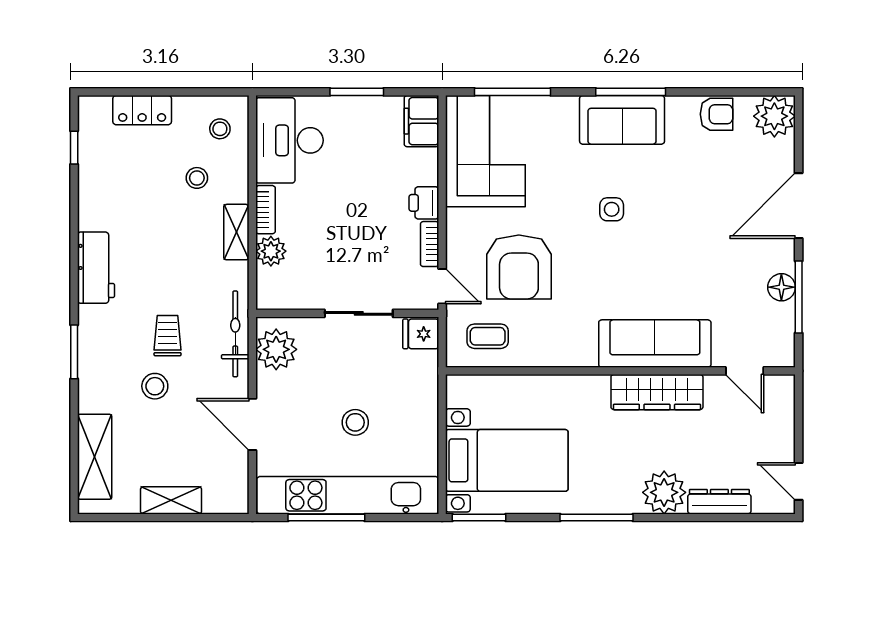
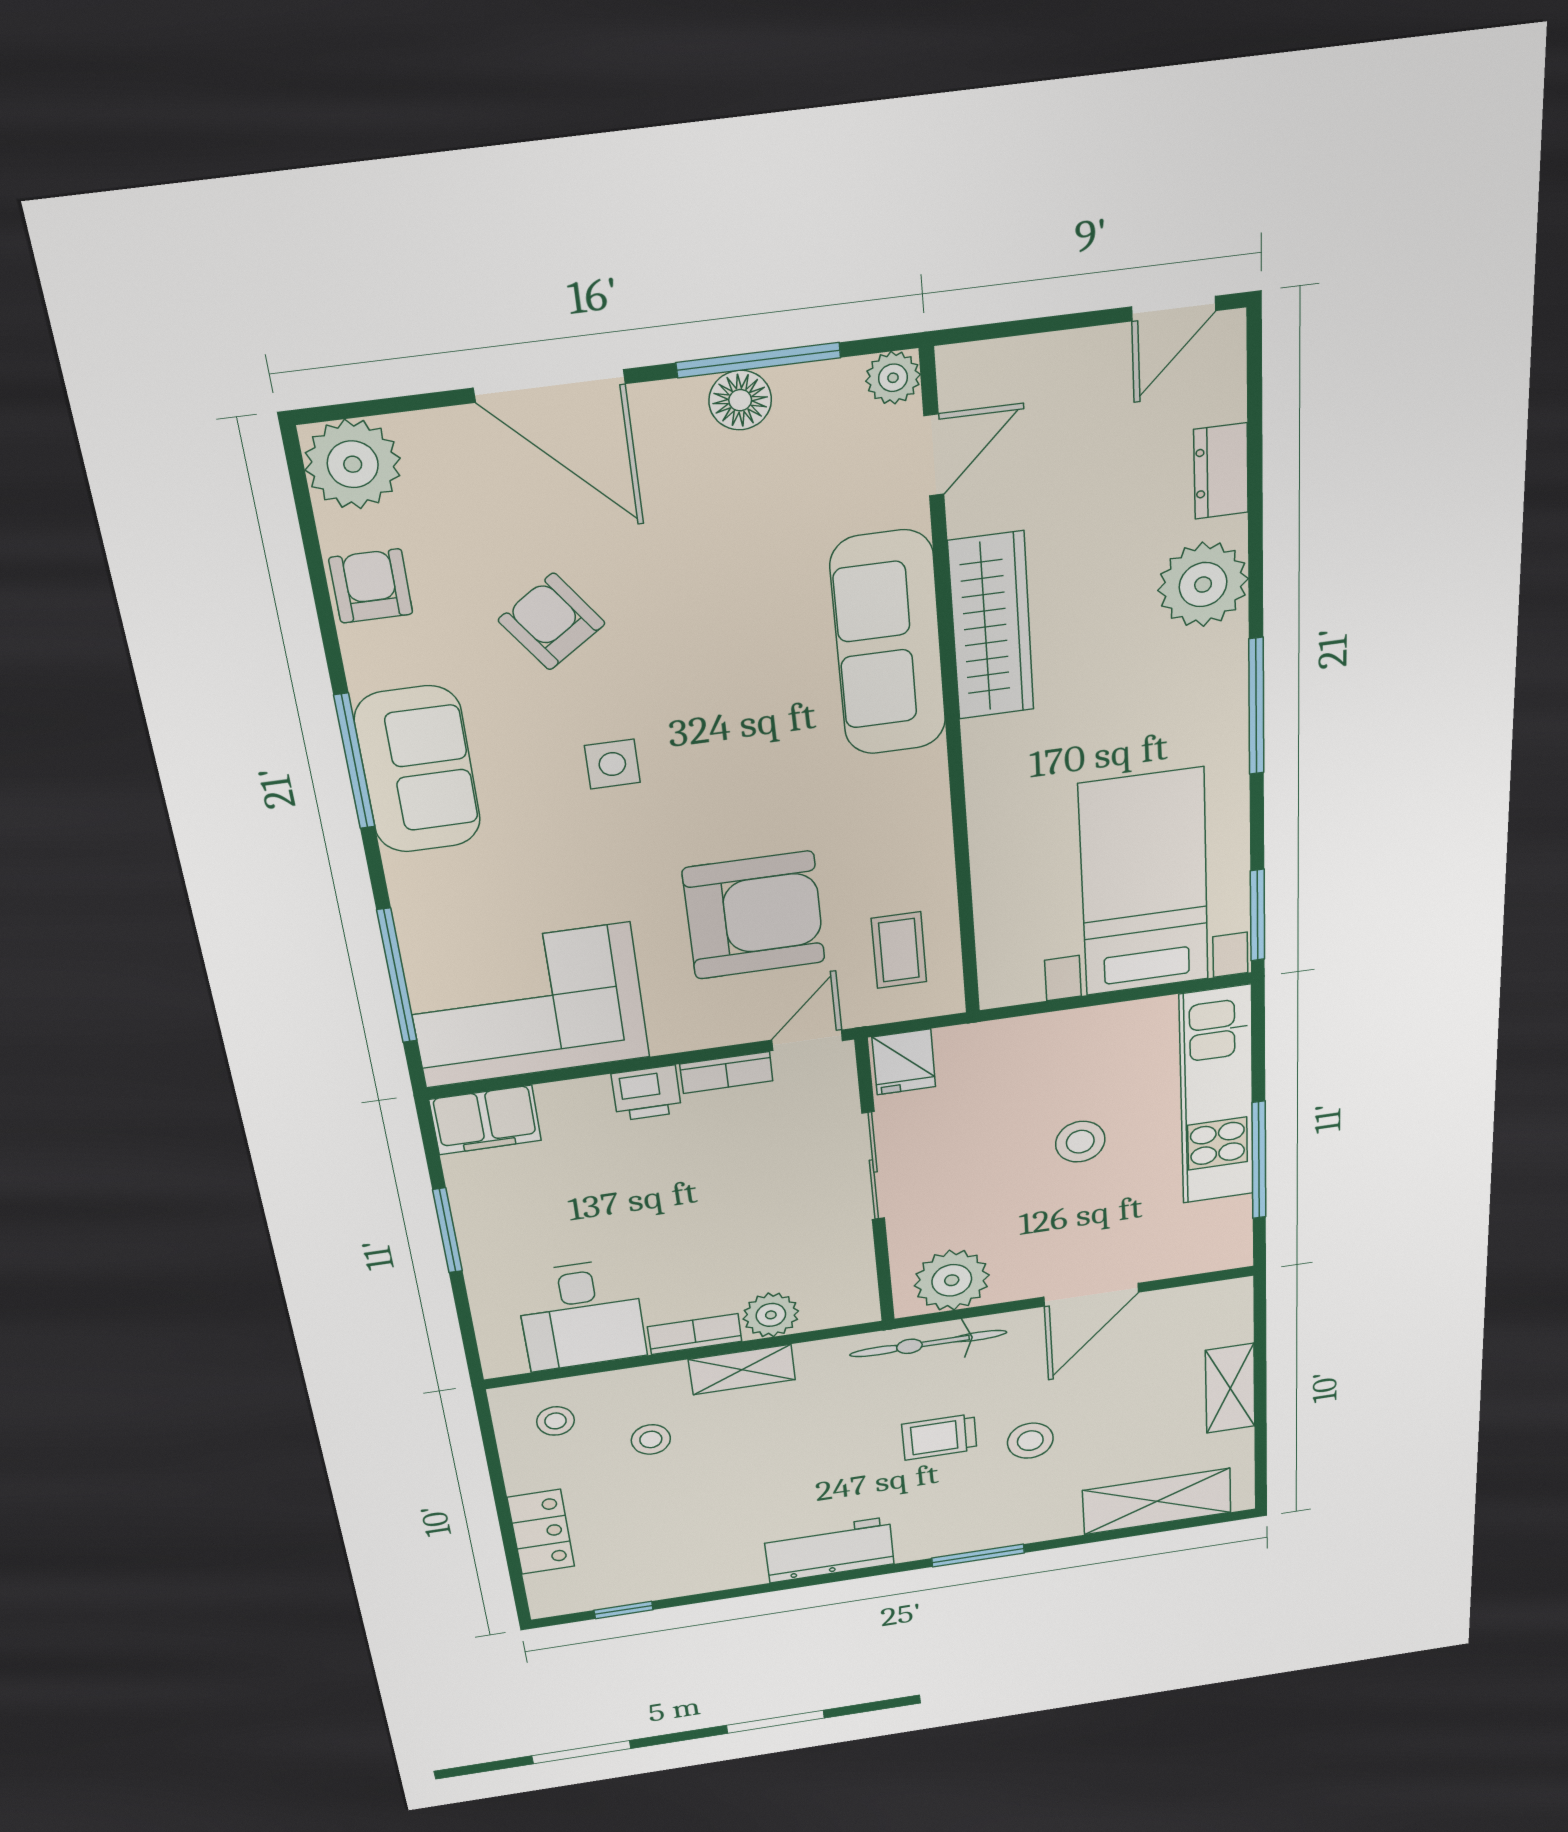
desk: (289, 140) -> (581, 1315), width x0.73
armchair: (688, 191) -> (552, 622), added
plant: (783, 355) -> (893, 378), added
kitchen unit: (348, 495) -> (1217, 1096), width x0.73
dresser: (719, 502) -> (1221, 471), width x0.70

